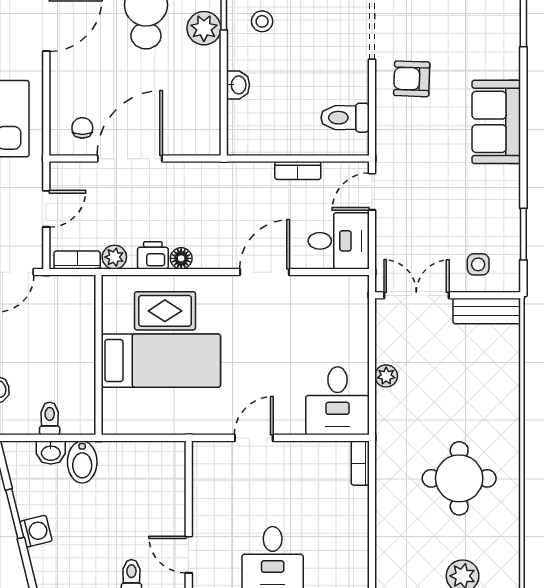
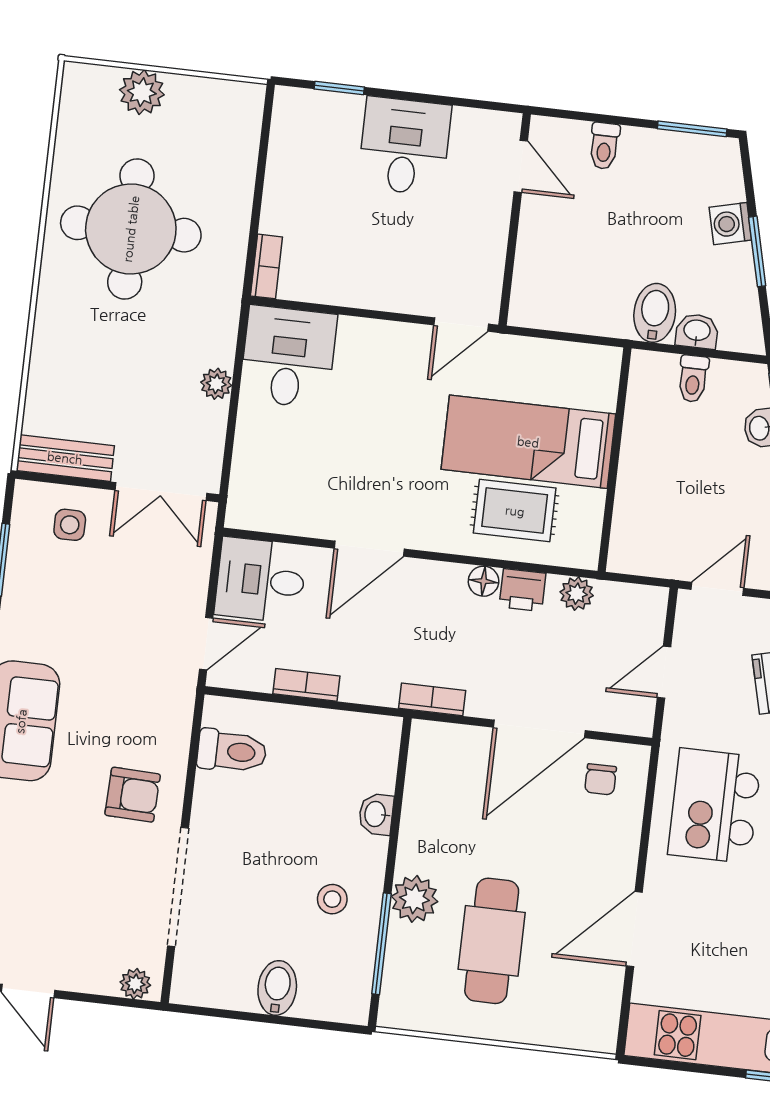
bookcase: (77, 260) -> (432, 699), moved, turned 180
door: (254, 438) -> (461, 325), moved
round table: (459, 478) -> (131, 229), width x1.36, depth x1.36

